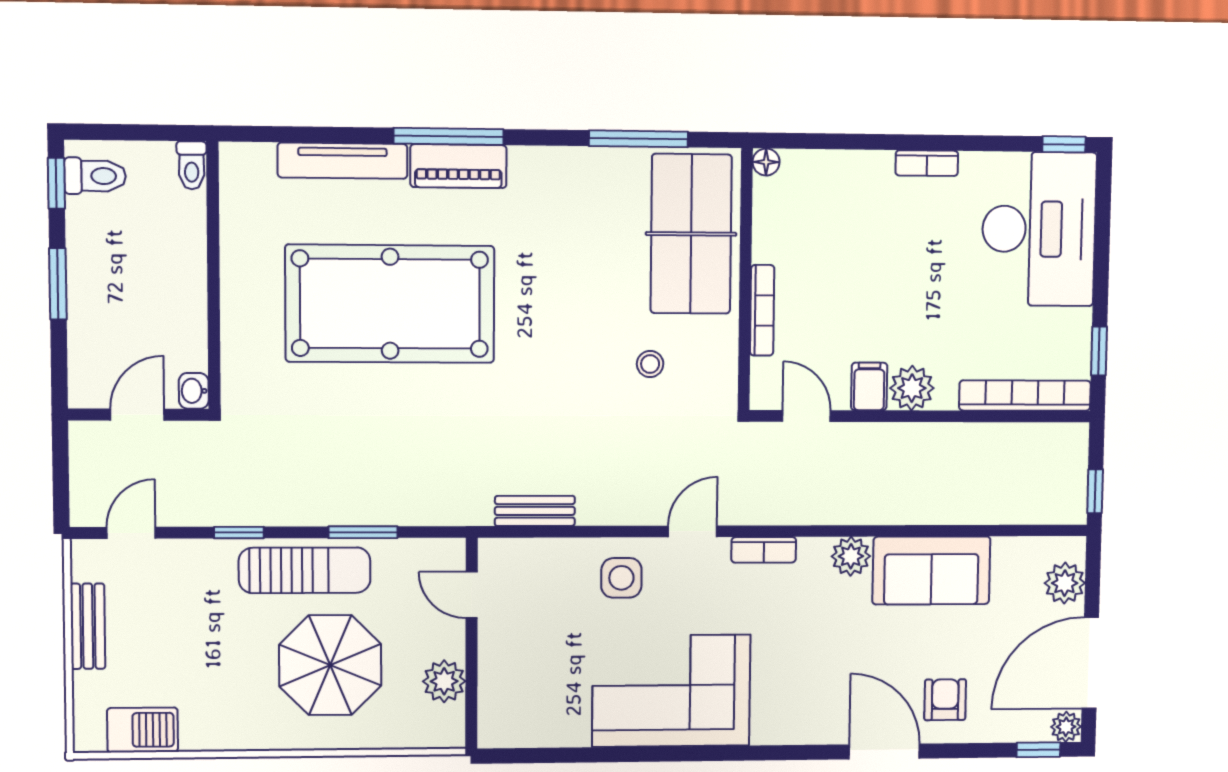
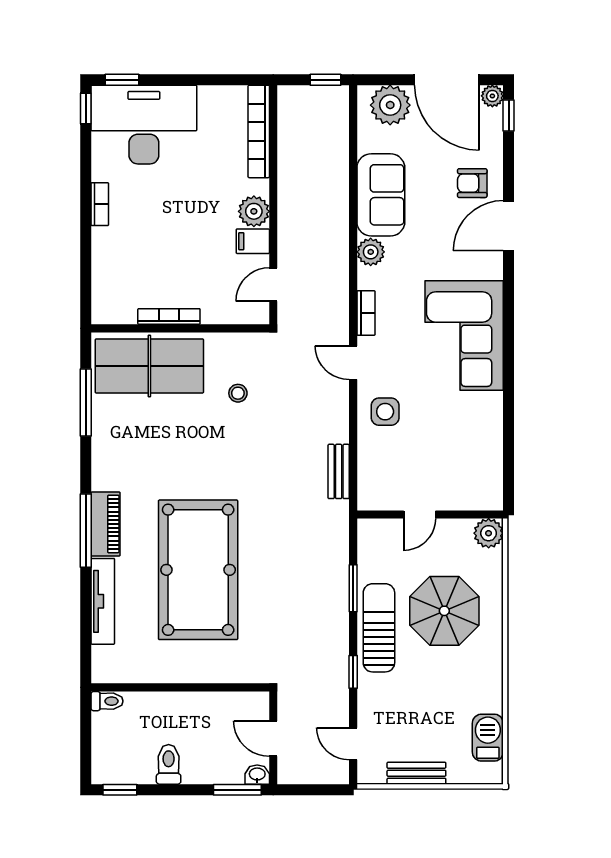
floor lamp: (766, 162) -> (100, 315), removed
toilet: (95, 176) -> (169, 764), moved
window: (58, 284) -> (237, 790), moved
bookcase: (762, 310) -> (169, 316), moved
window: (1099, 351) -> (122, 80), moved
washbasin: (194, 391) -> (257, 775), moved, turned 180
plant: (1065, 583) -> (390, 105), width x1.36, depth x1.36
door: (472, 595) -> (420, 515), moved
plant: (444, 681) -> (489, 533), moved
corner sofa: (671, 691) -> (464, 336), moved

